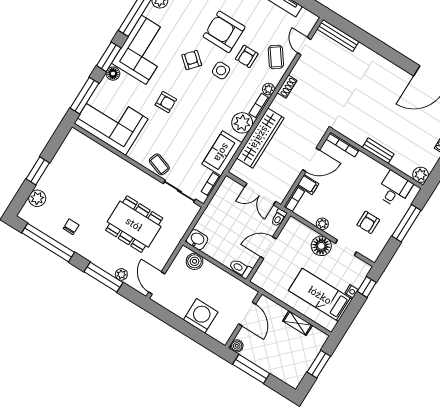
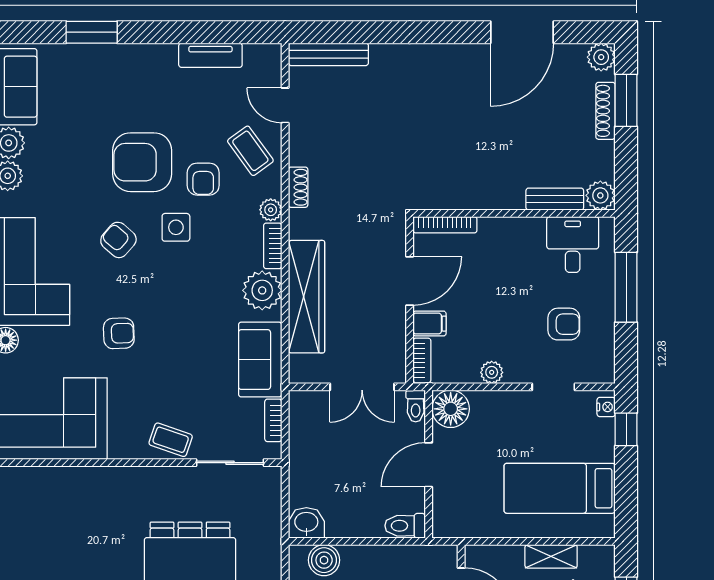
bench: (378, 151) -> (555, 199), moved
armchair: (368, 222) -> (564, 324), turned -90
floor lamp: (321, 246) -> (451, 409), moved
nightstand: (352, 291) -> (606, 407), moved

